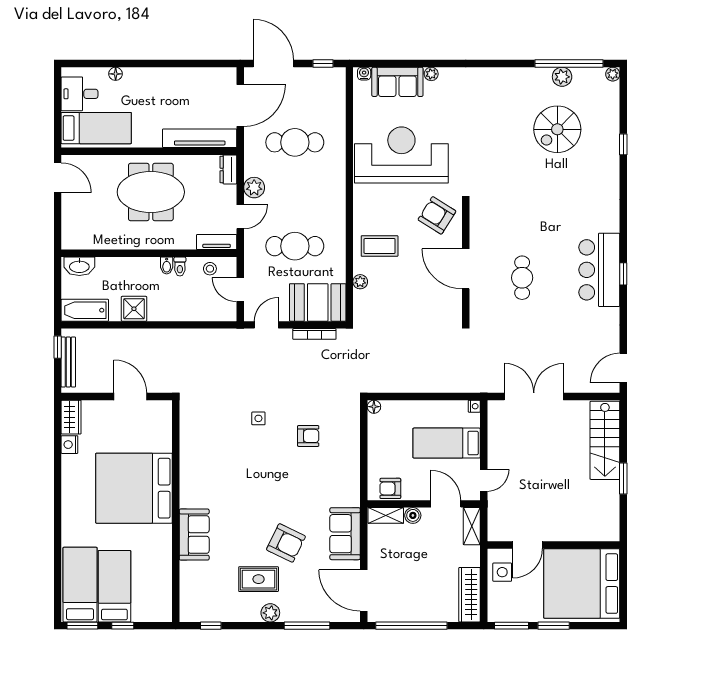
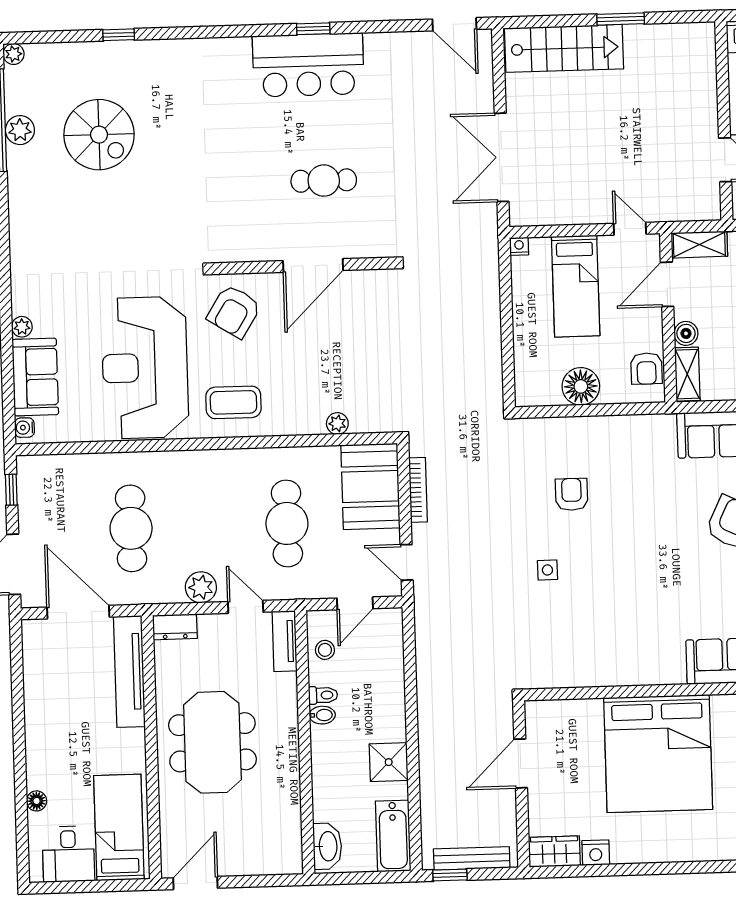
coffee table: (380, 246) -> (233, 402), moved, turned 90
floor lamp: (374, 407) -> (581, 386), moved, width x1.89, depth x1.89

